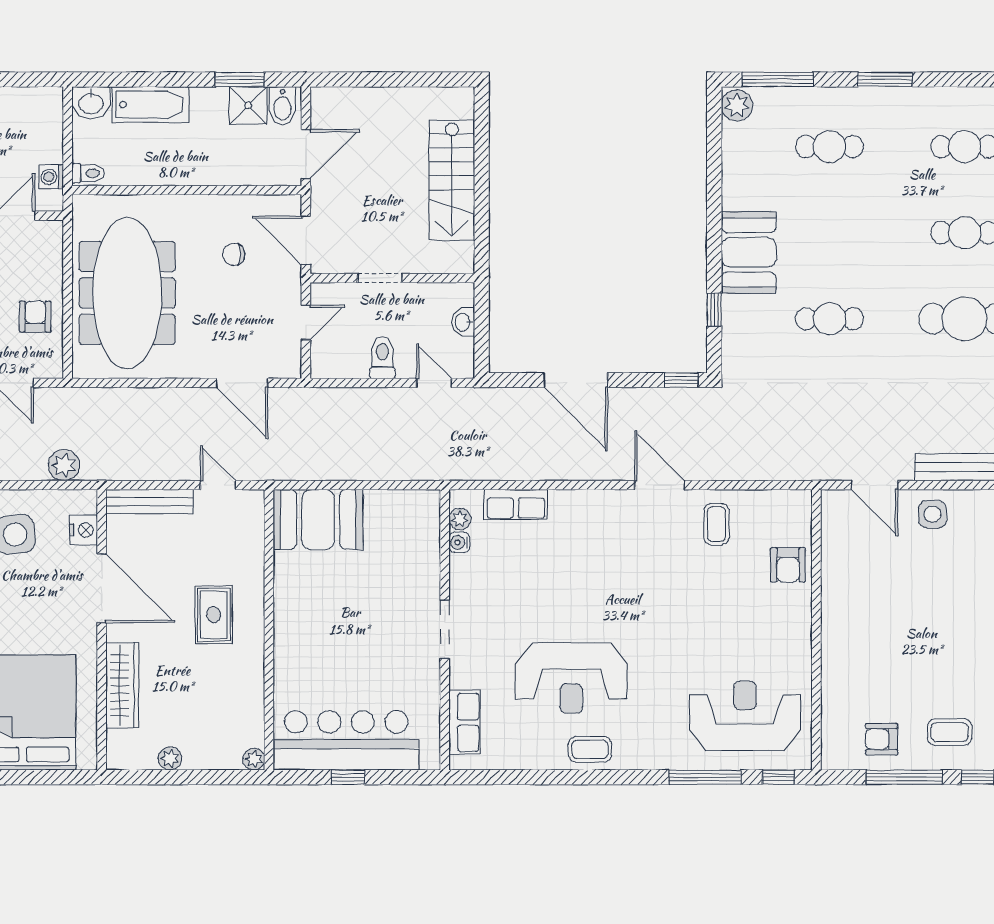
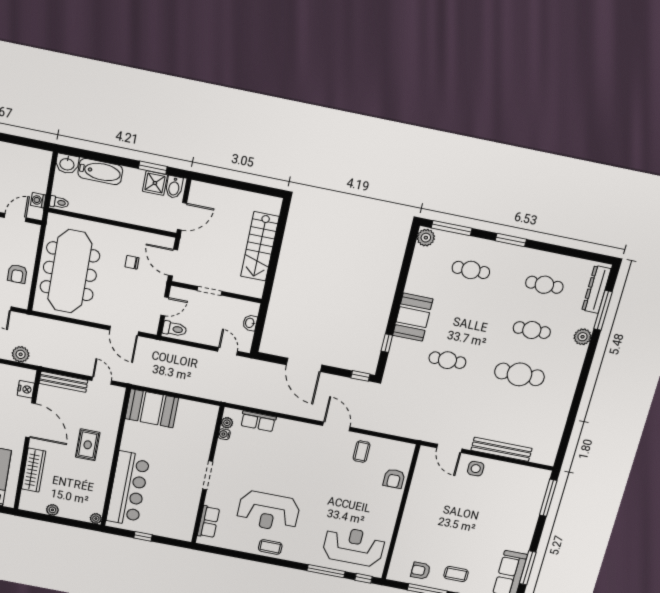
armchair: (35, 317) -> (17, 274), turned 180
toilet: (382, 358) -> (174, 329), moved, turned 90
bar counter: (346, 740) -> (128, 489), moved, turned 90

